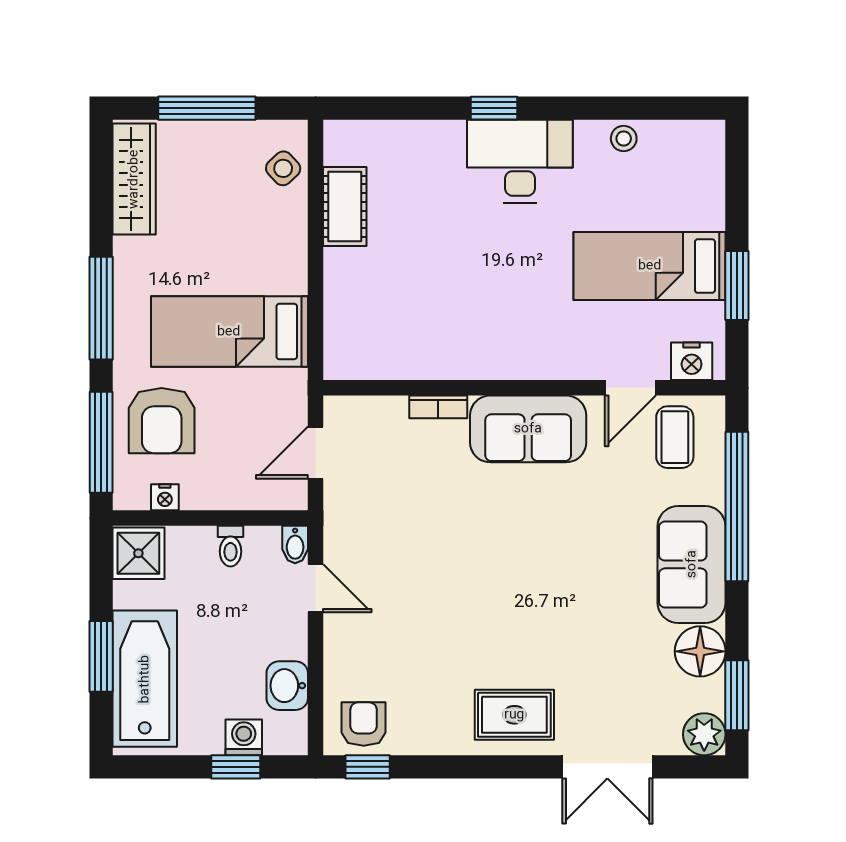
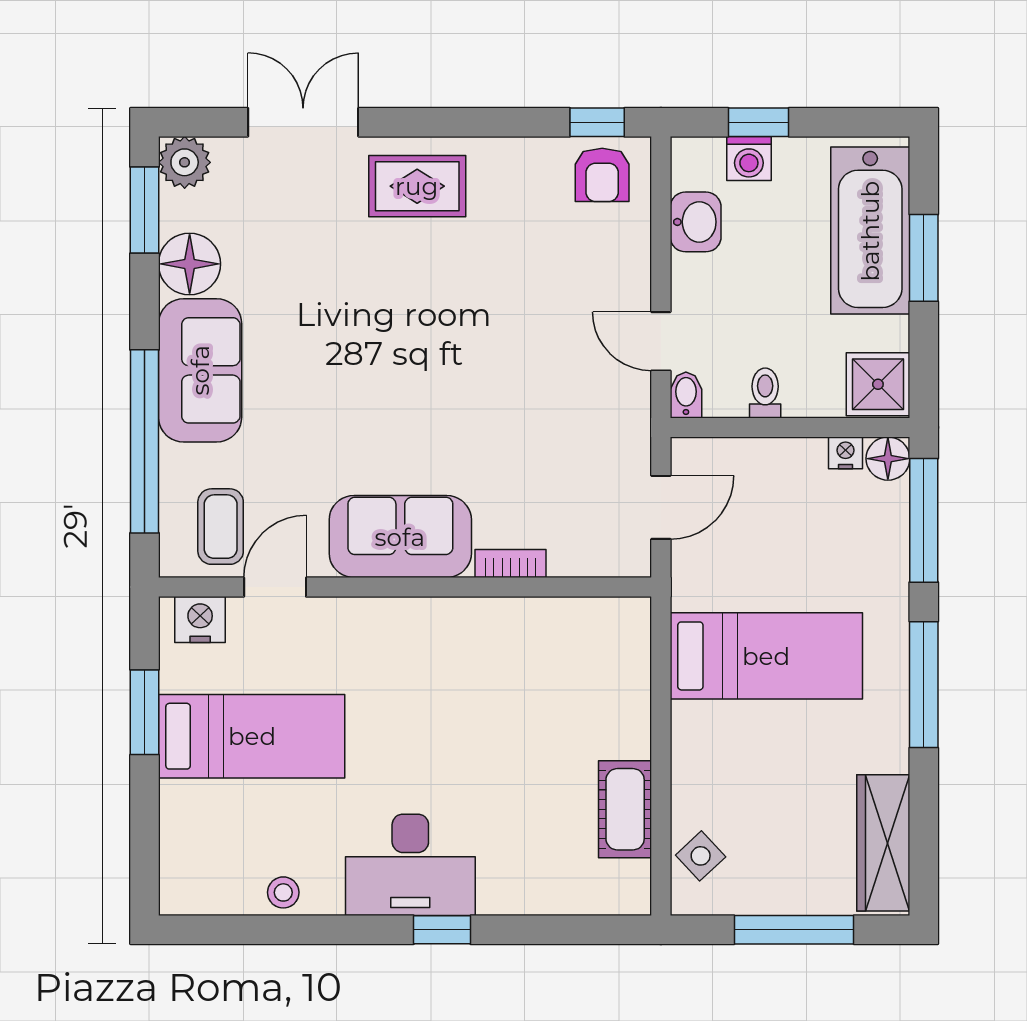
armchair: (162, 421) -> (850, 547), removed
floor lamp: (130, 493) -> (888, 459), added

